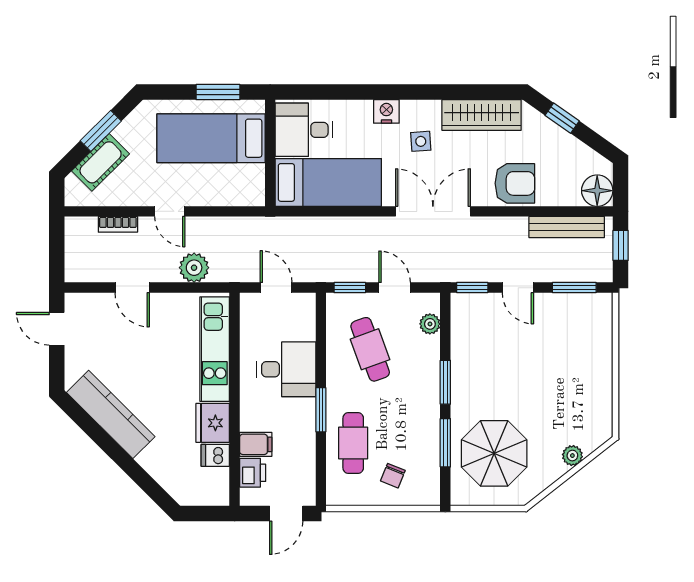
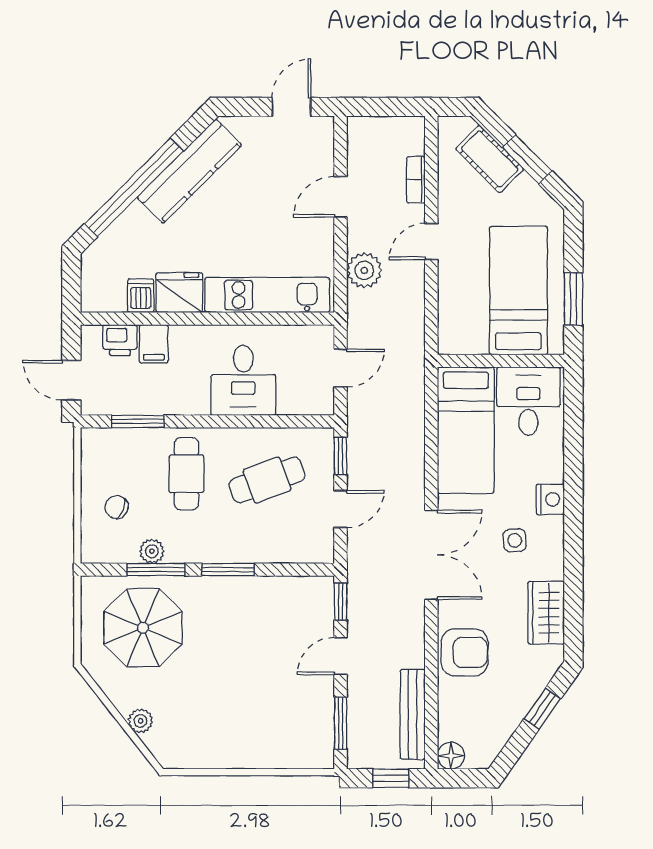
wardrobe: (482, 115) -> (546, 613), width x0.67
armchair: (515, 183) -> (464, 652), turned -90
floor lamp: (597, 191) -> (451, 756), width x0.73, depth x0.73
plant: (430, 324) -> (152, 551), moved
window: (321, 410) -> (138, 421), moved
cafe table: (353, 443) -> (186, 474), moved, turned 90
window: (125, 461) -> (134, 188), added

